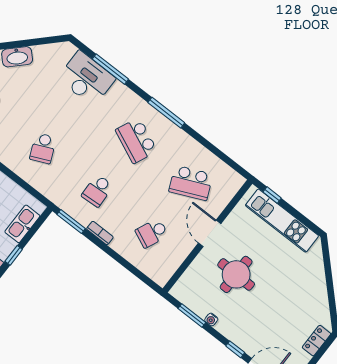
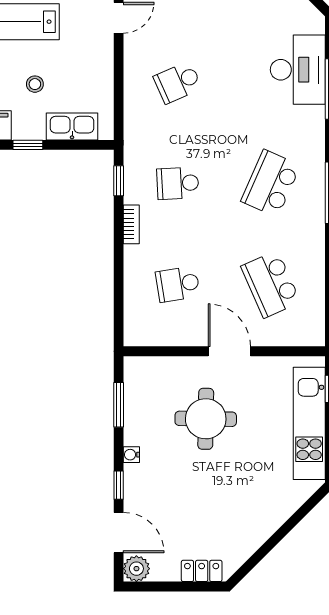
window: (71, 221) -> (119, 181), width x0.67
school desk: (152, 233) -> (178, 284), turned -33
door: (210, 233) -> (229, 351), hinge flipped
water cooler: (211, 320) -> (131, 455), moved

